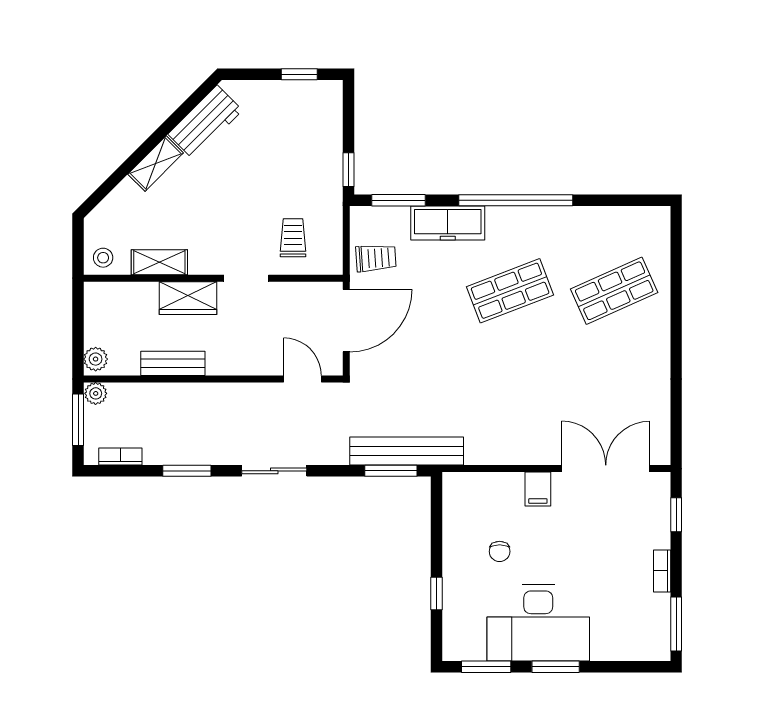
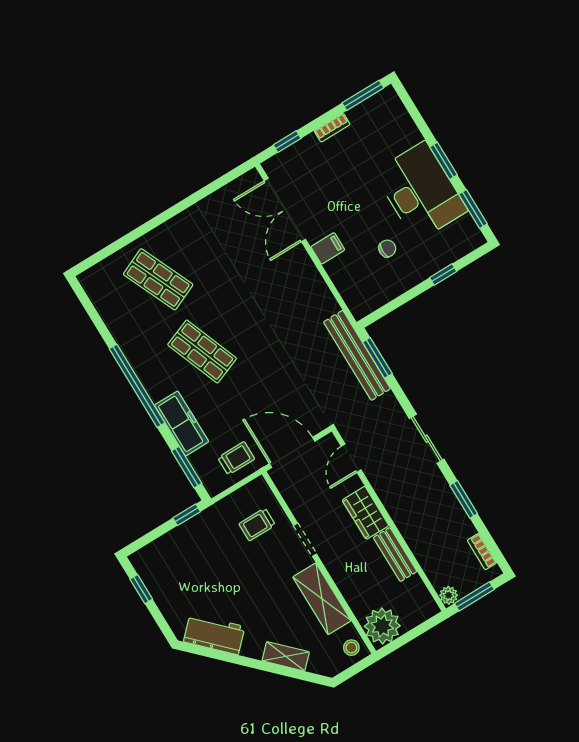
shelving: (156, 163) -> (286, 656), moved
trolley: (376, 258) -> (236, 458), turned 94
shelving: (159, 262) -> (322, 599), width x1.50, depth x1.33
wardrobe: (188, 298) -> (366, 513), moved, turned 180
plant: (96, 359) -> (382, 626), moved, width x1.87, depth x1.87

